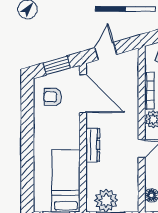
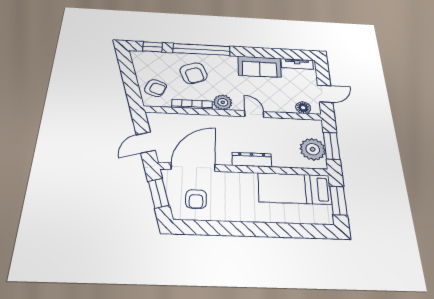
door: (106, 51) -> (146, 143), hinge flipped

